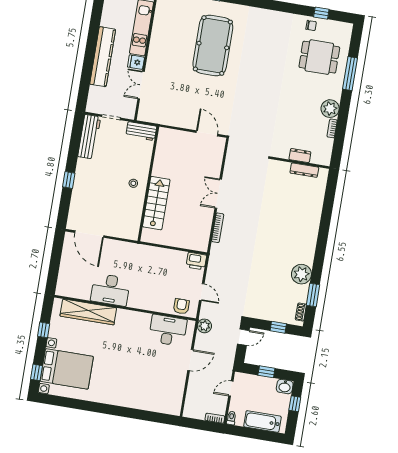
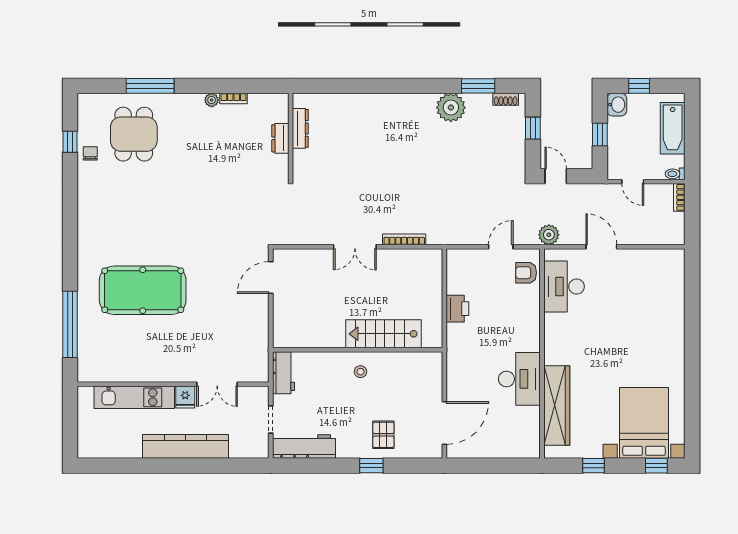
plant: (330, 109) -> (212, 100), width x0.53, depth x0.53
pallet: (88, 192) -> (383, 435), added
printer: (196, 261) -> (457, 309), moved

